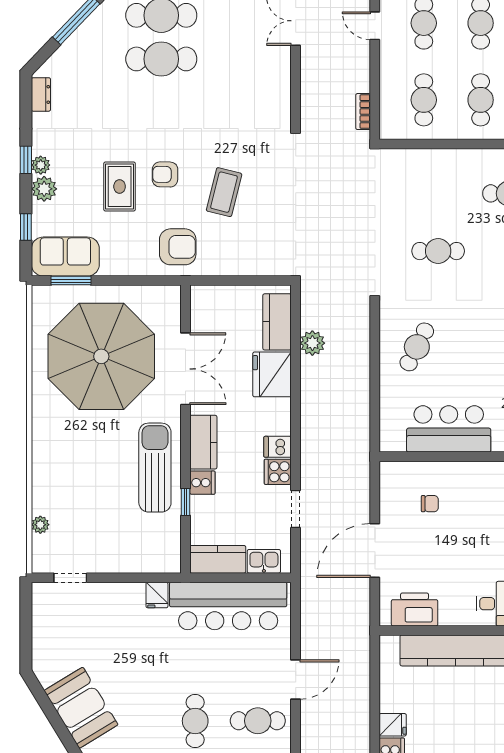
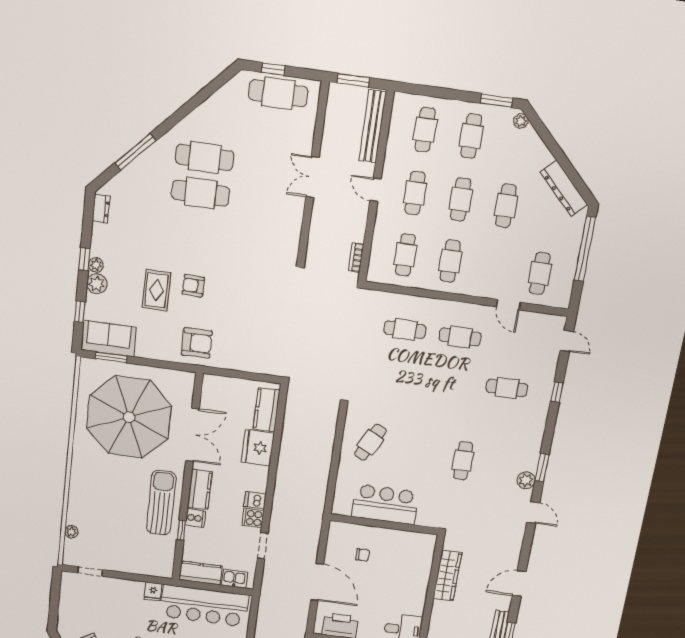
coffee table: (224, 192) -> (238, 306), removed
cafe table: (438, 251) -> (405, 329), moved
plant: (312, 343) -> (292, 429), removed
door: (375, 551) -> (317, 582), swing flipped

